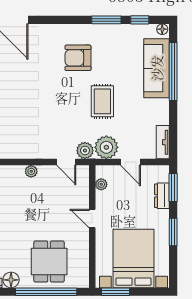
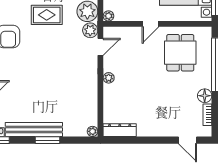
plant: (101, 184) -> (108, 16), moved
dining table: (49, 262) -> (180, 53), moved, turned 90

